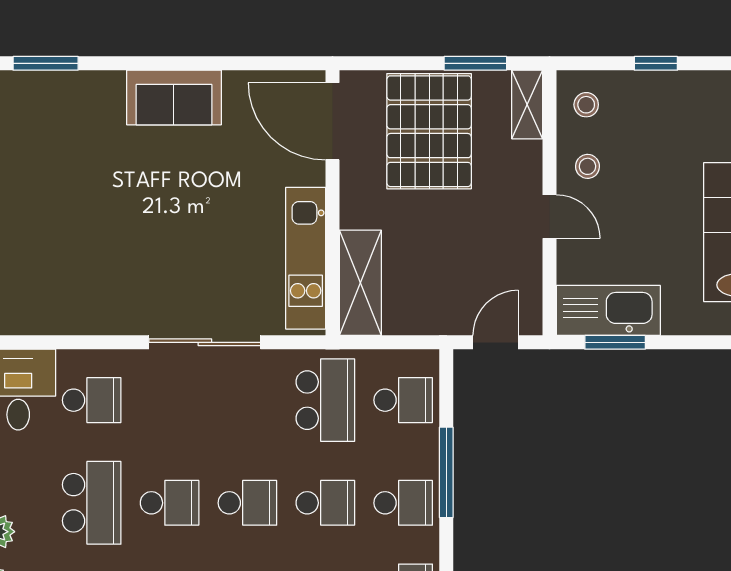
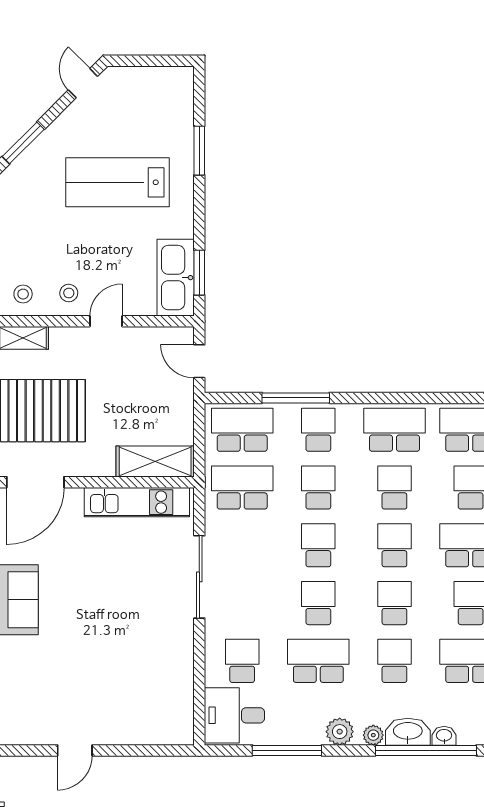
school desk: (403, 400) -> (242, 430), width x1.85

